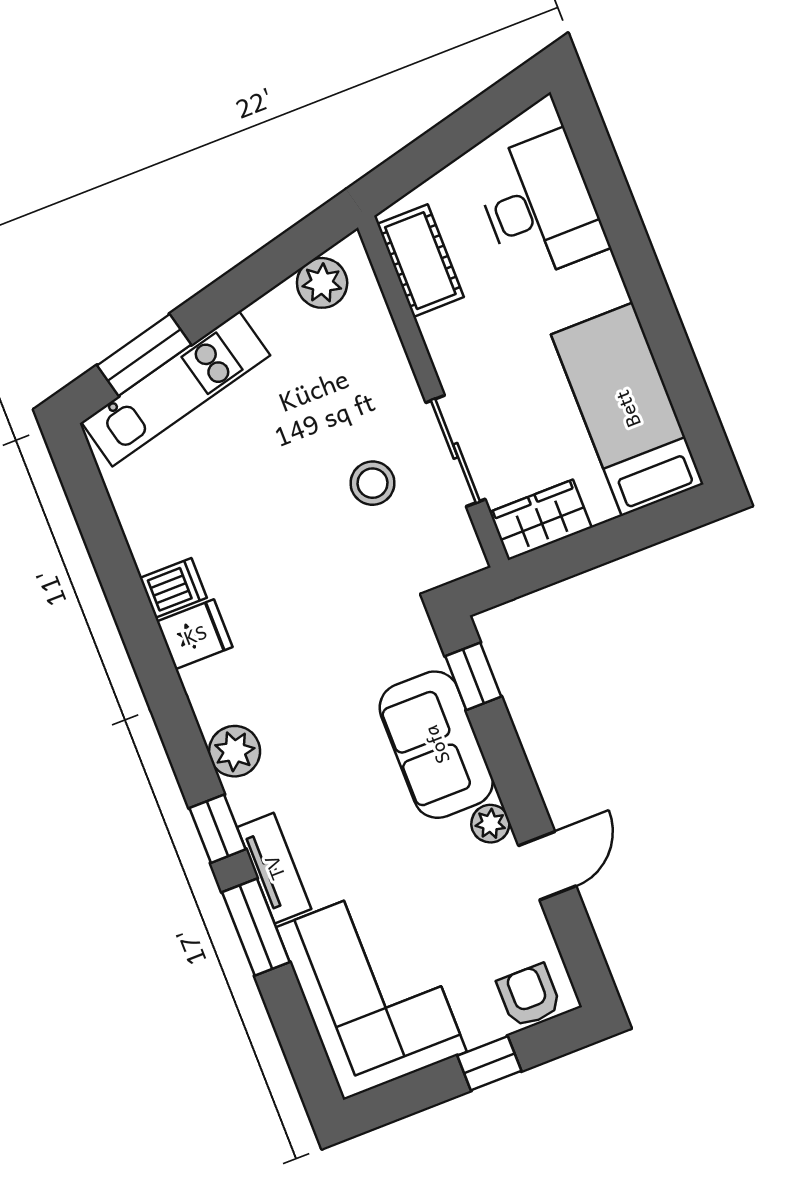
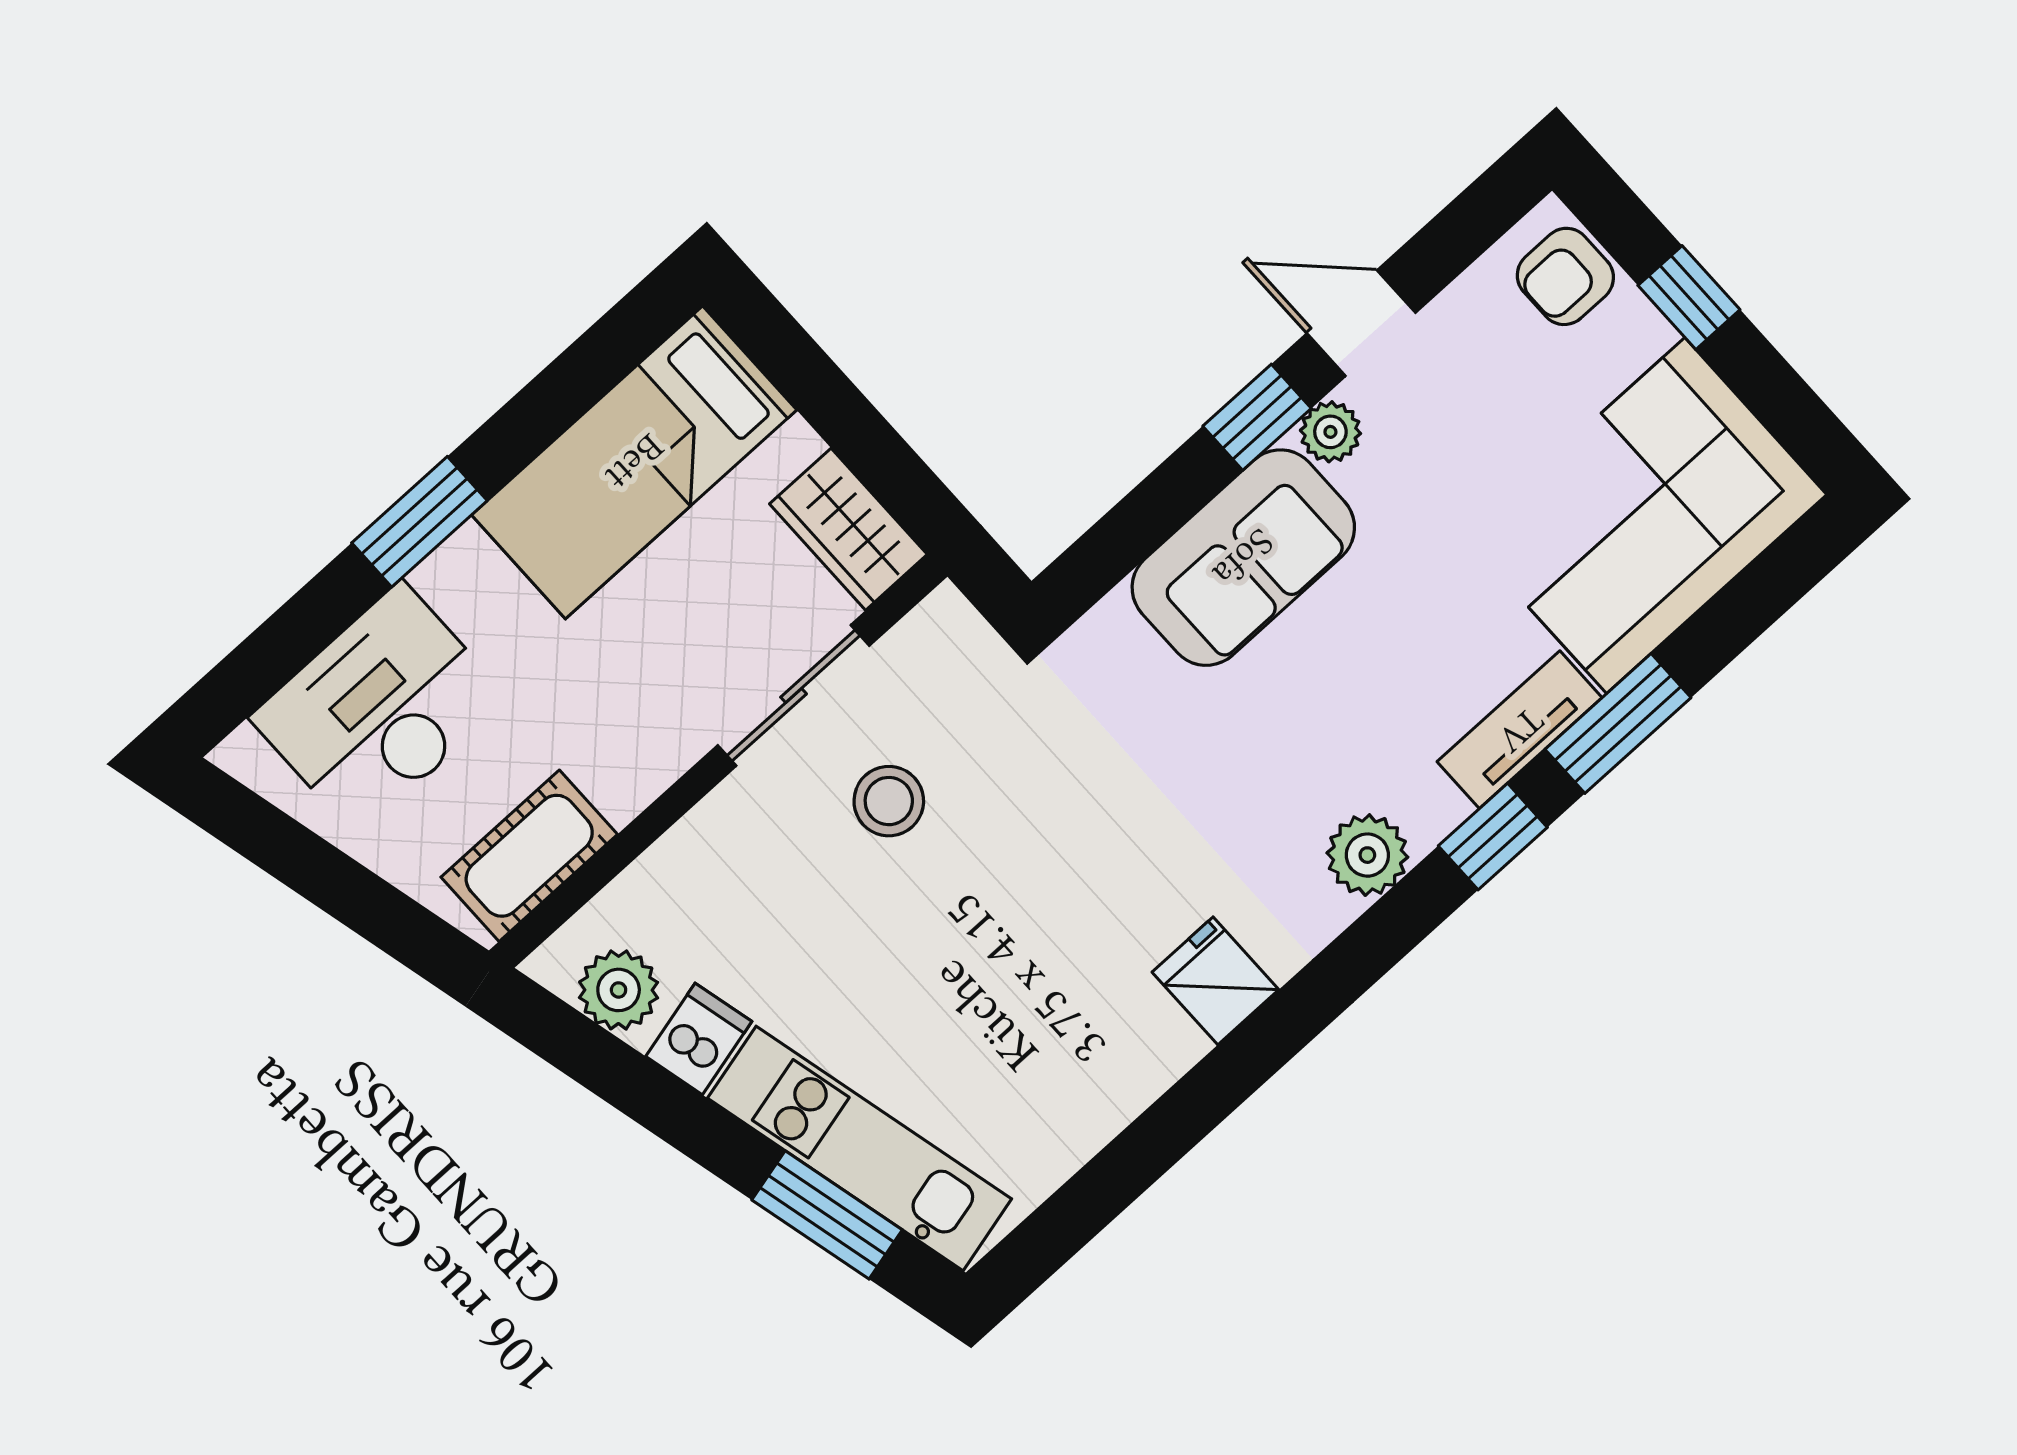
window: (640, 271) -> (419, 522), added
dishwasher: (173, 588) -> (699, 1039), moved, turned 76
window: (473, 676) -> (1257, 417), moved

